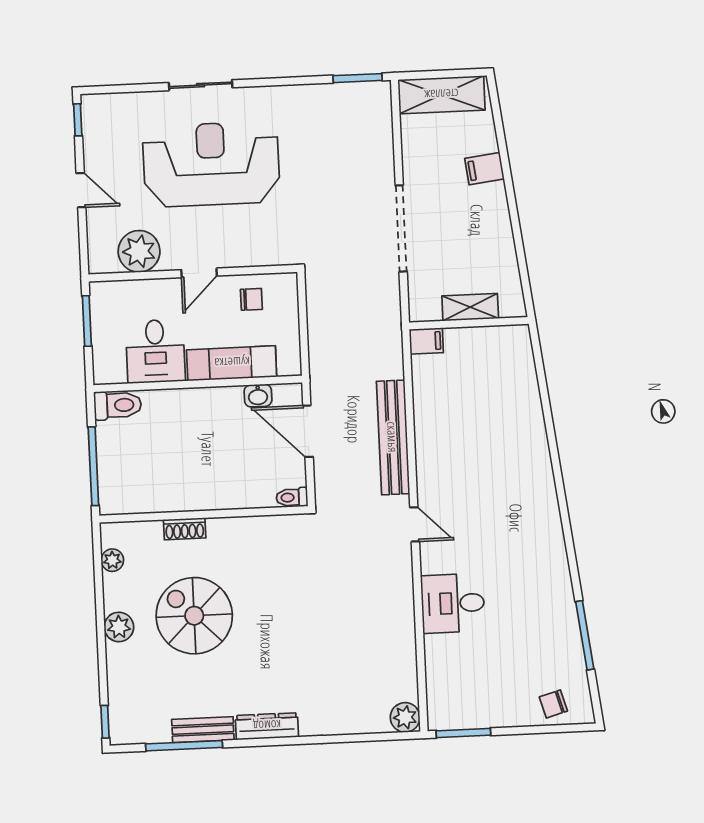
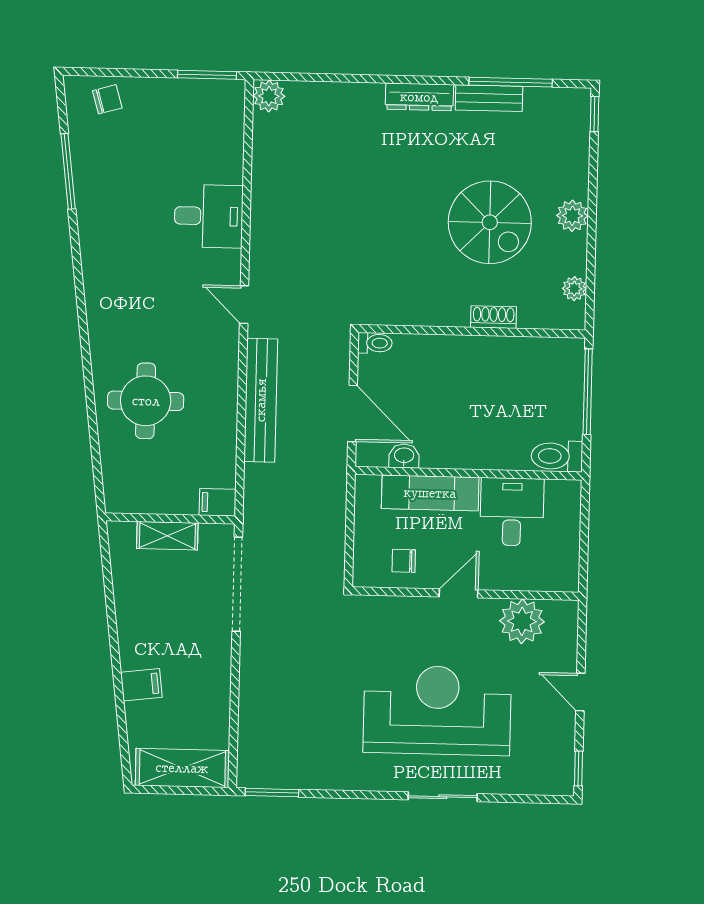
reception desk: (211, 164) -> (437, 710), turned 180
doorway: (401, 228) -> (237, 584), moved
window: (87, 321) -> (584, 550), removed
round table: (499, 430) -> (146, 401), added

